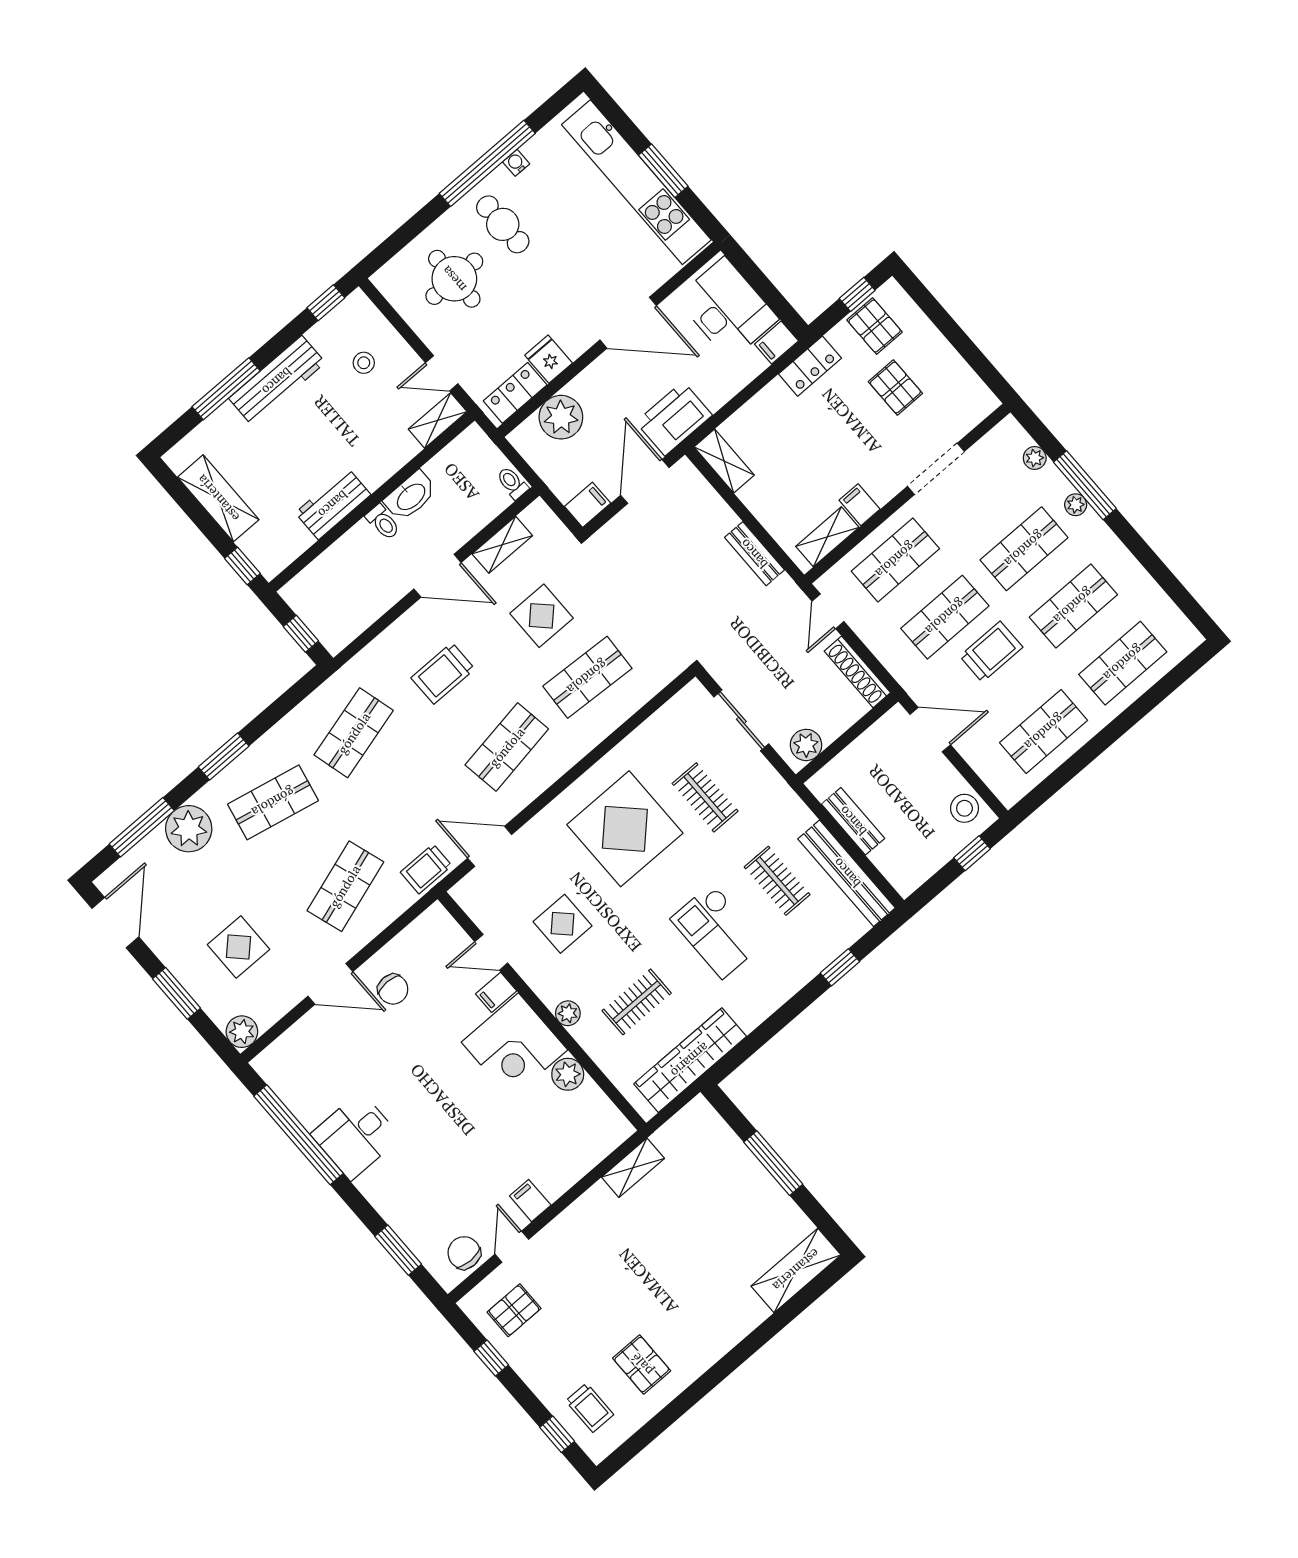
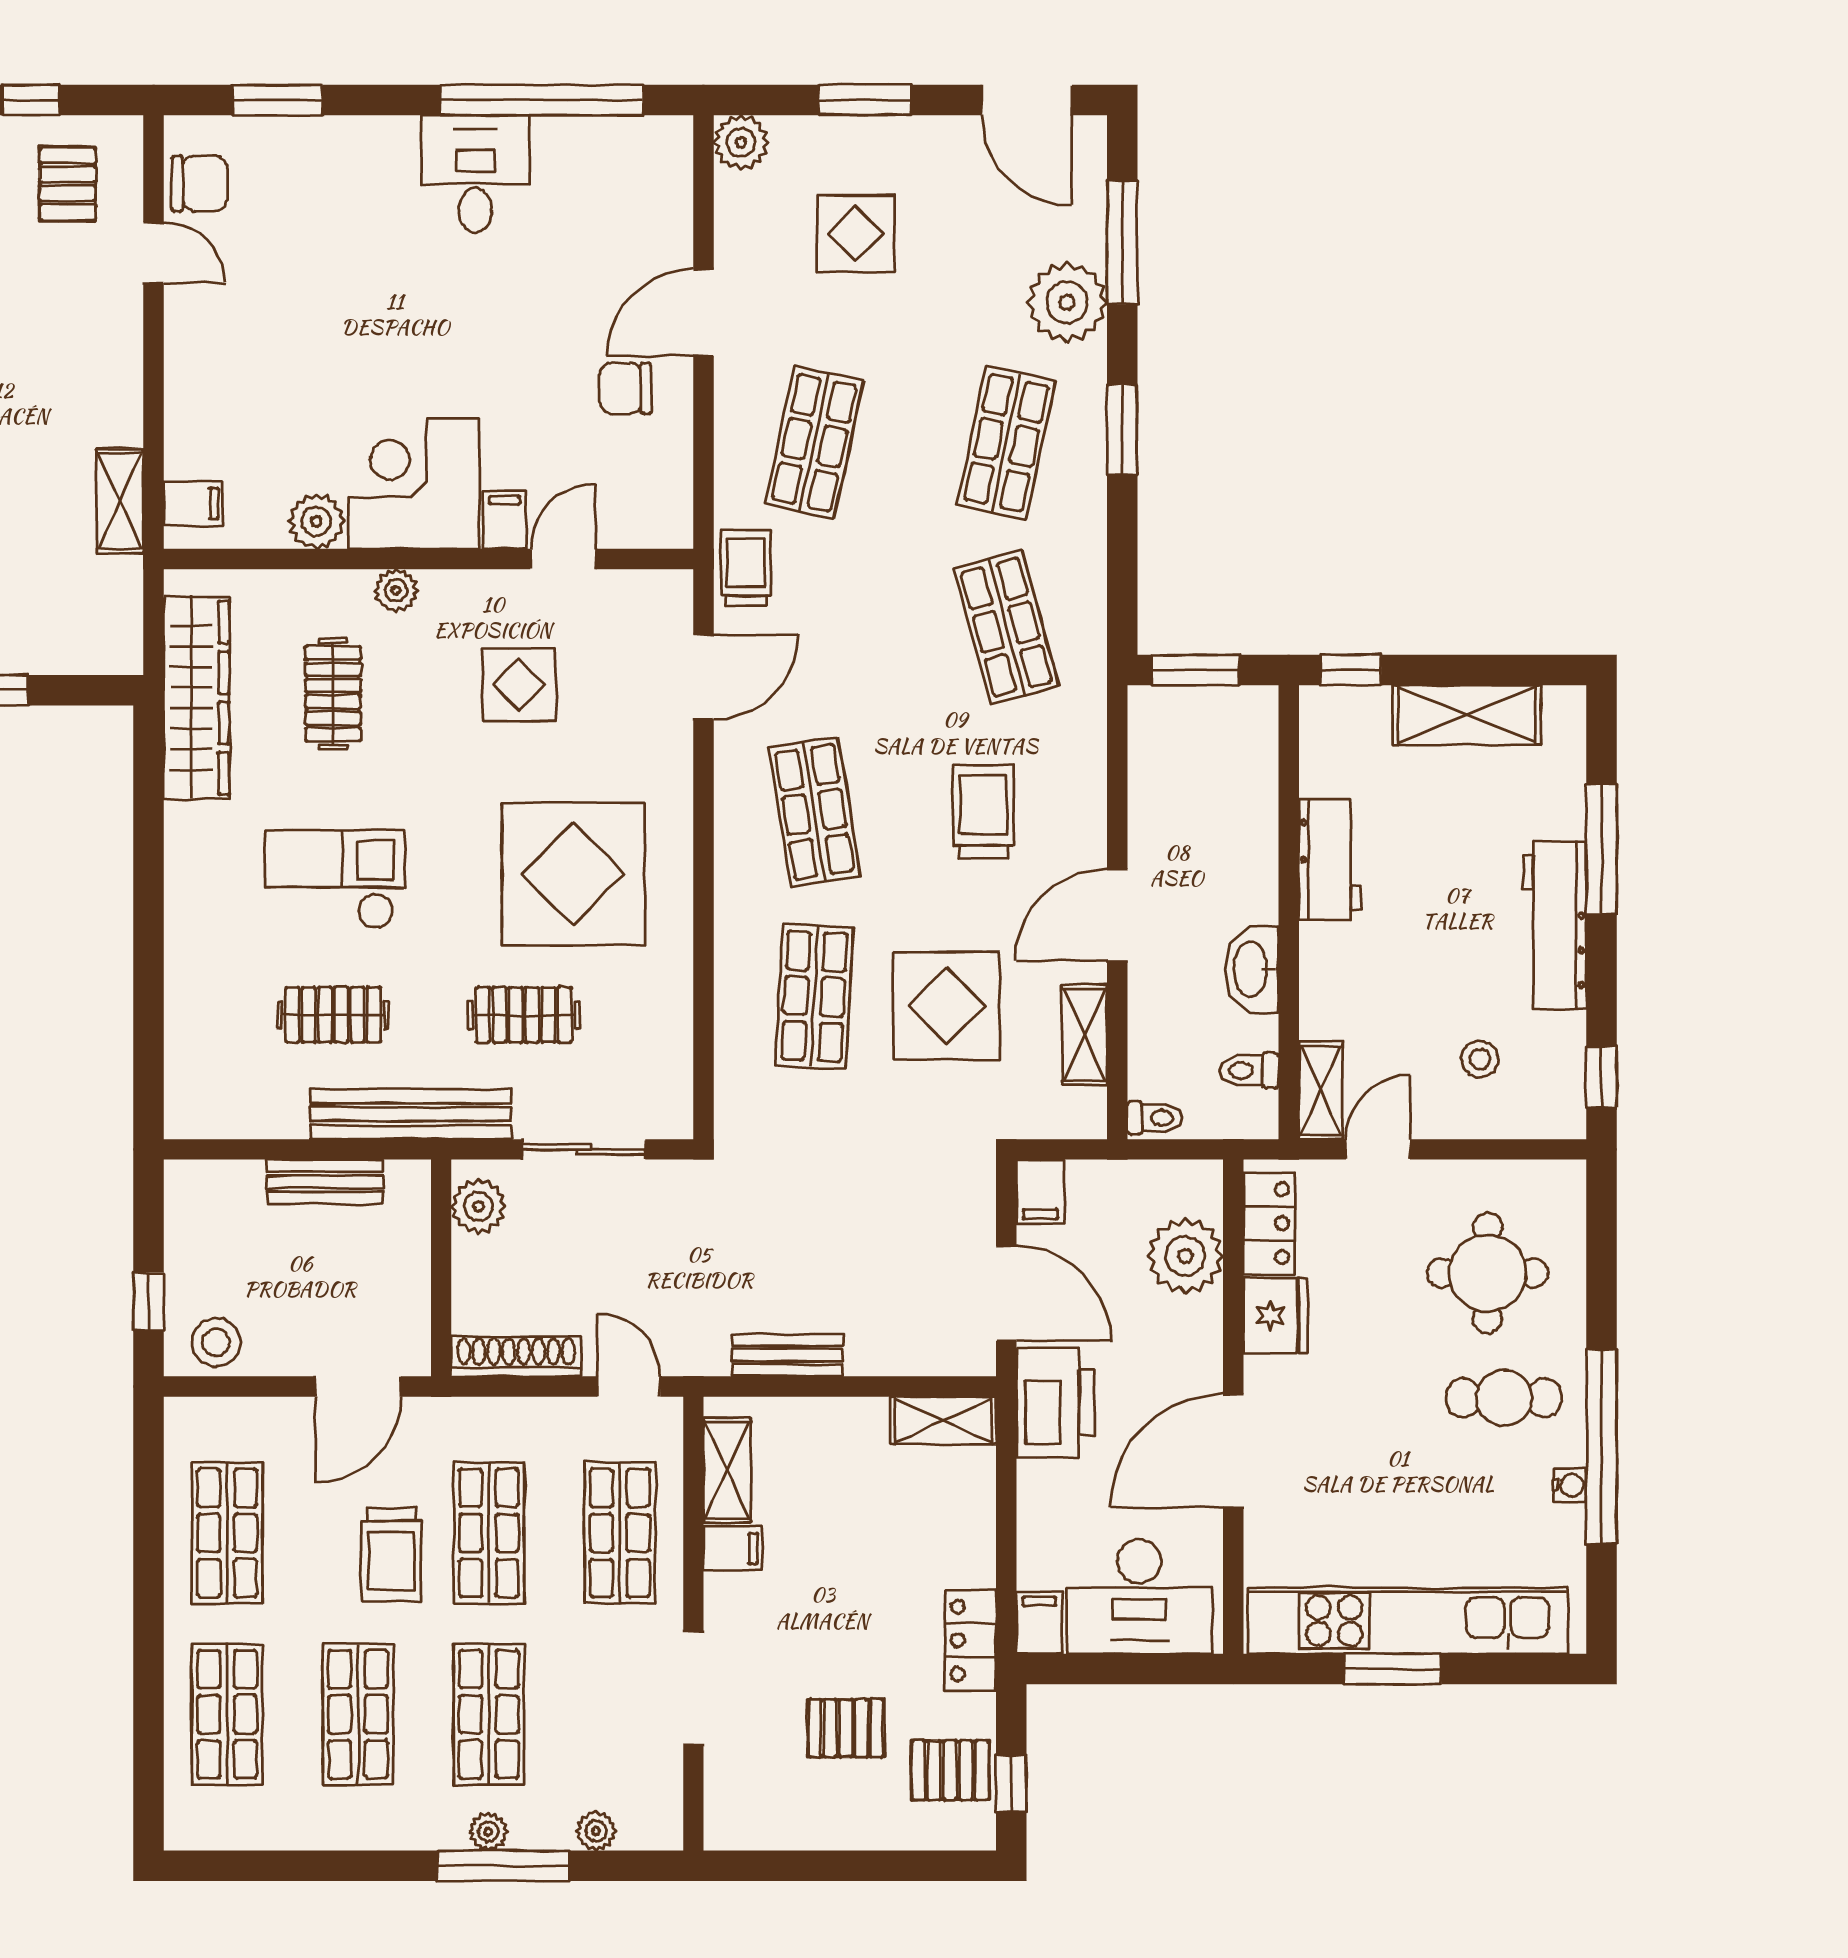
fridge: (549, 359) -> (1276, 1316), width x1.38
toilet: (383, 522) -> (1249, 1070), moved
display table: (542, 616) -> (947, 1006), width x1.36, depth x1.36
window: (301, 634) -> (1196, 670), width x1.50
bench: (847, 873) -> (411, 1114), moved
shop shelf: (345, 886) -> (814, 443), turned 30
window: (840, 967) -> (148, 999), removed
filing cabinet: (530, 1201) -> (193, 504), moved

